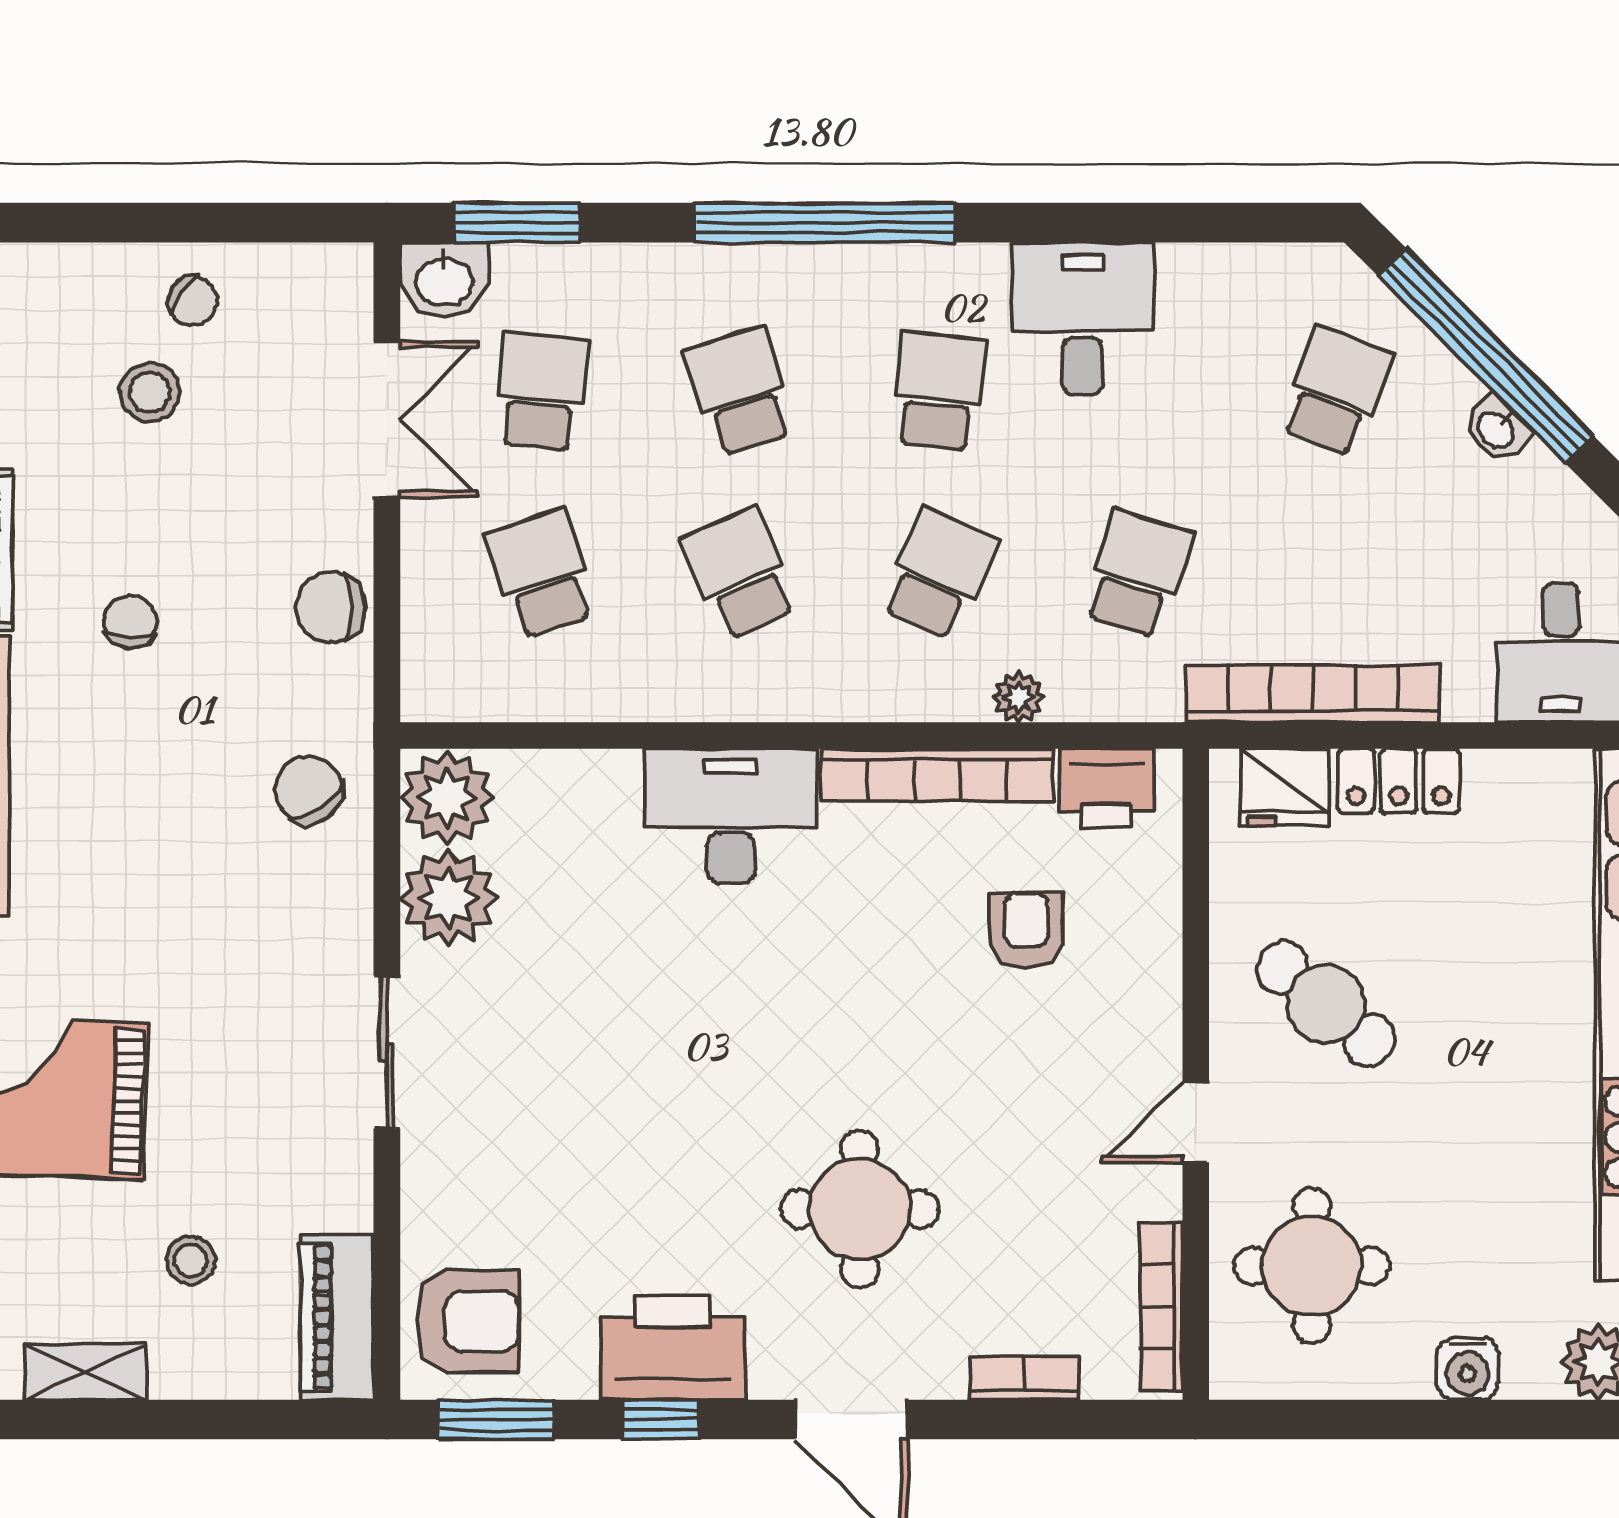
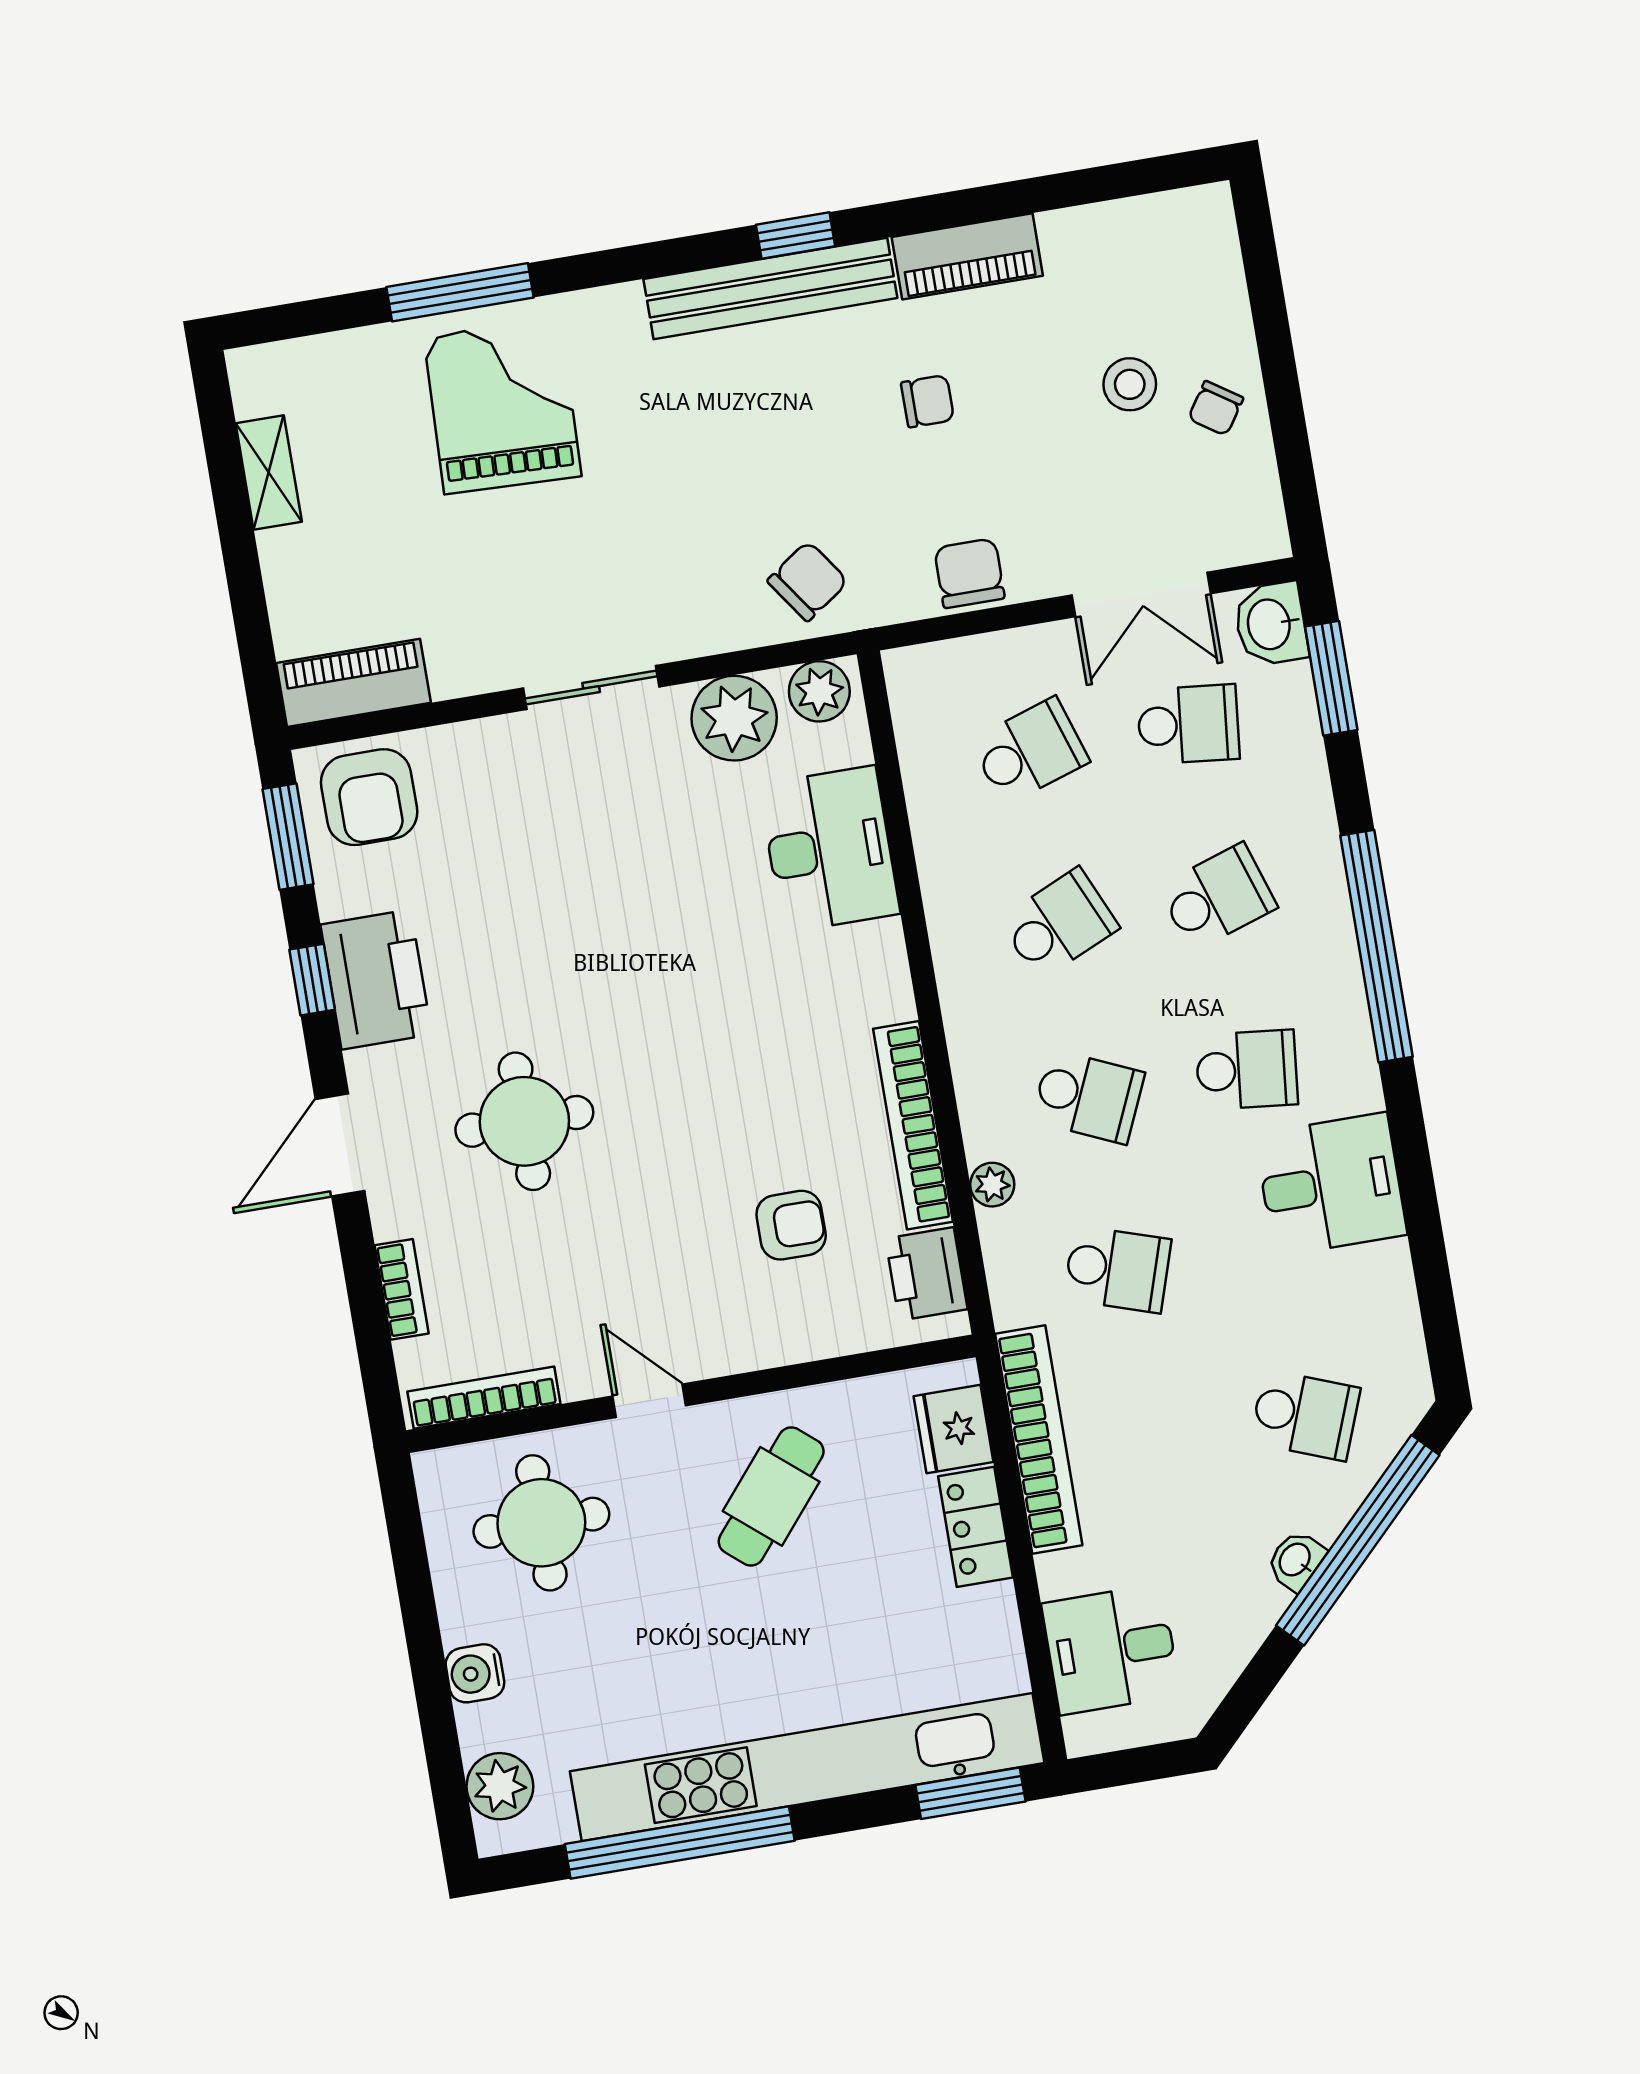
plant: (447, 798) -> (819, 691), width x0.73, depth x0.73
desk: (731, 816) -> (829, 849), moved
stool: (191, 1261) -> (381, 548), removed

